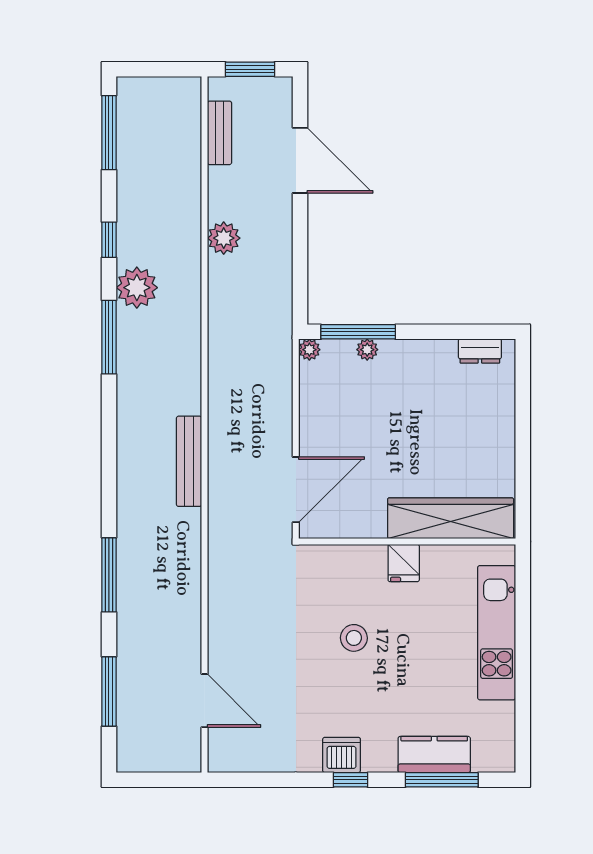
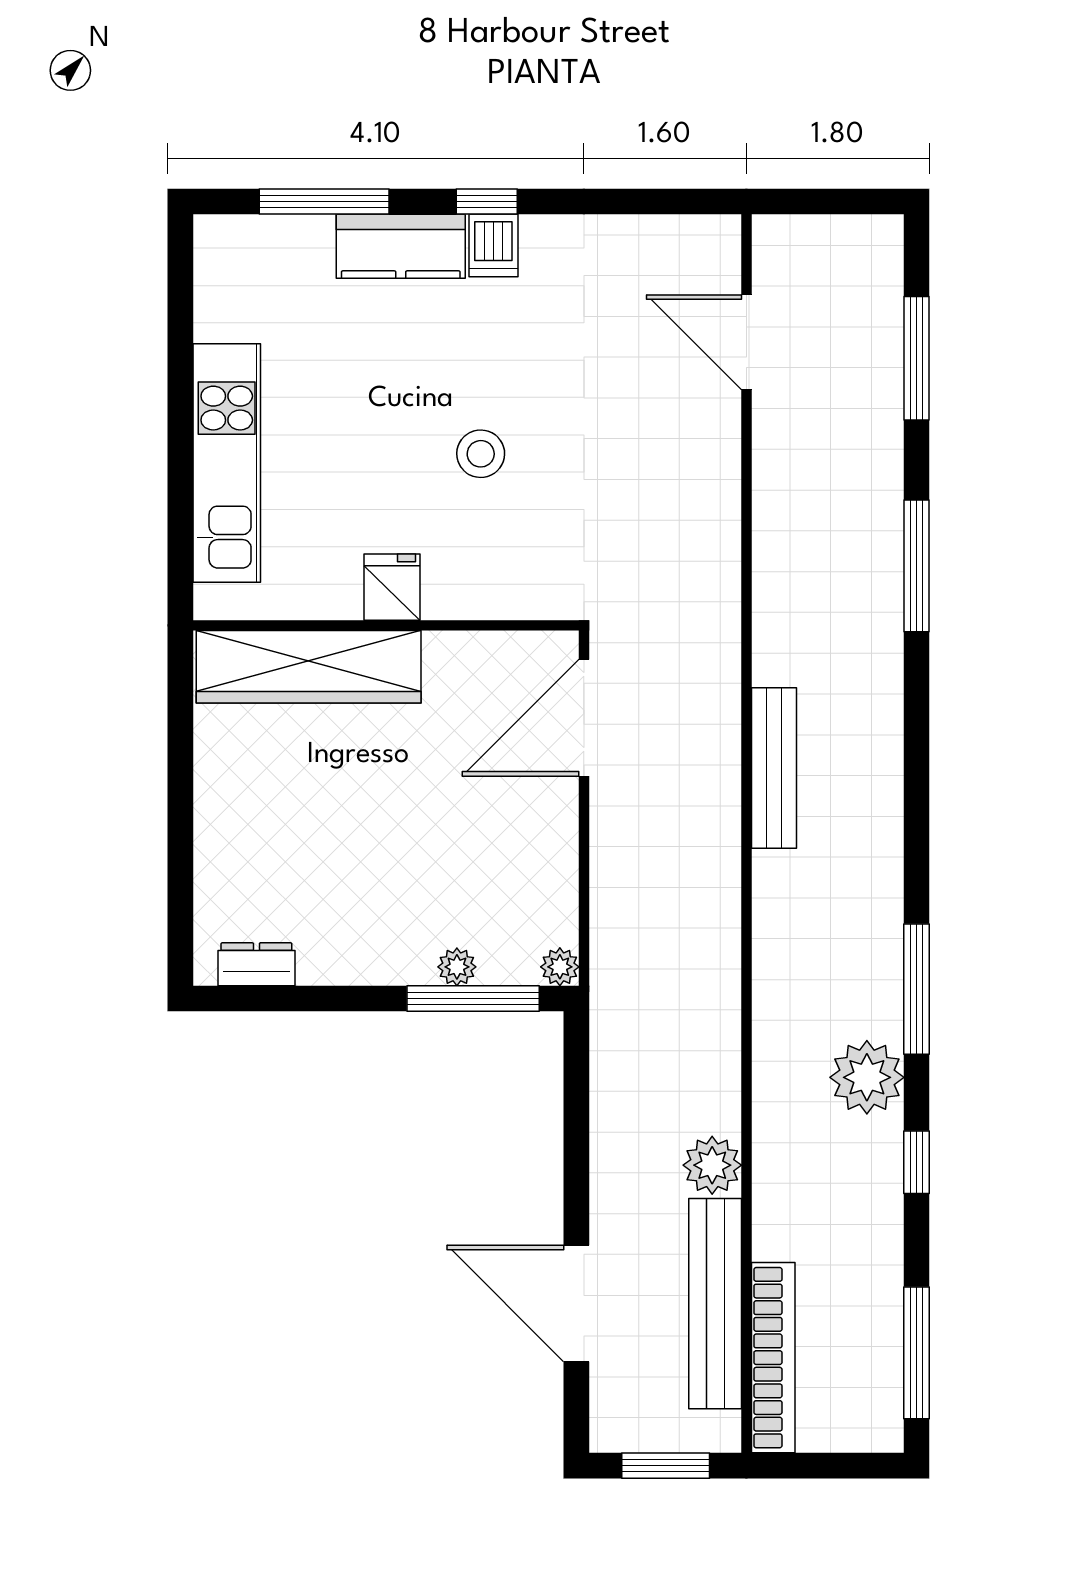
bookcase: (189, 130) -> (773, 1358), added
bench: (219, 133) -> (715, 1304), width x1.86, depth x1.21
dishwasher: (342, 755) -> (493, 246), width x0.73
kitchen counter: (434, 755) -> (401, 246), moved

